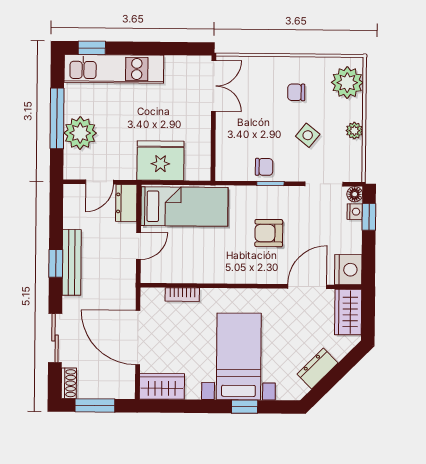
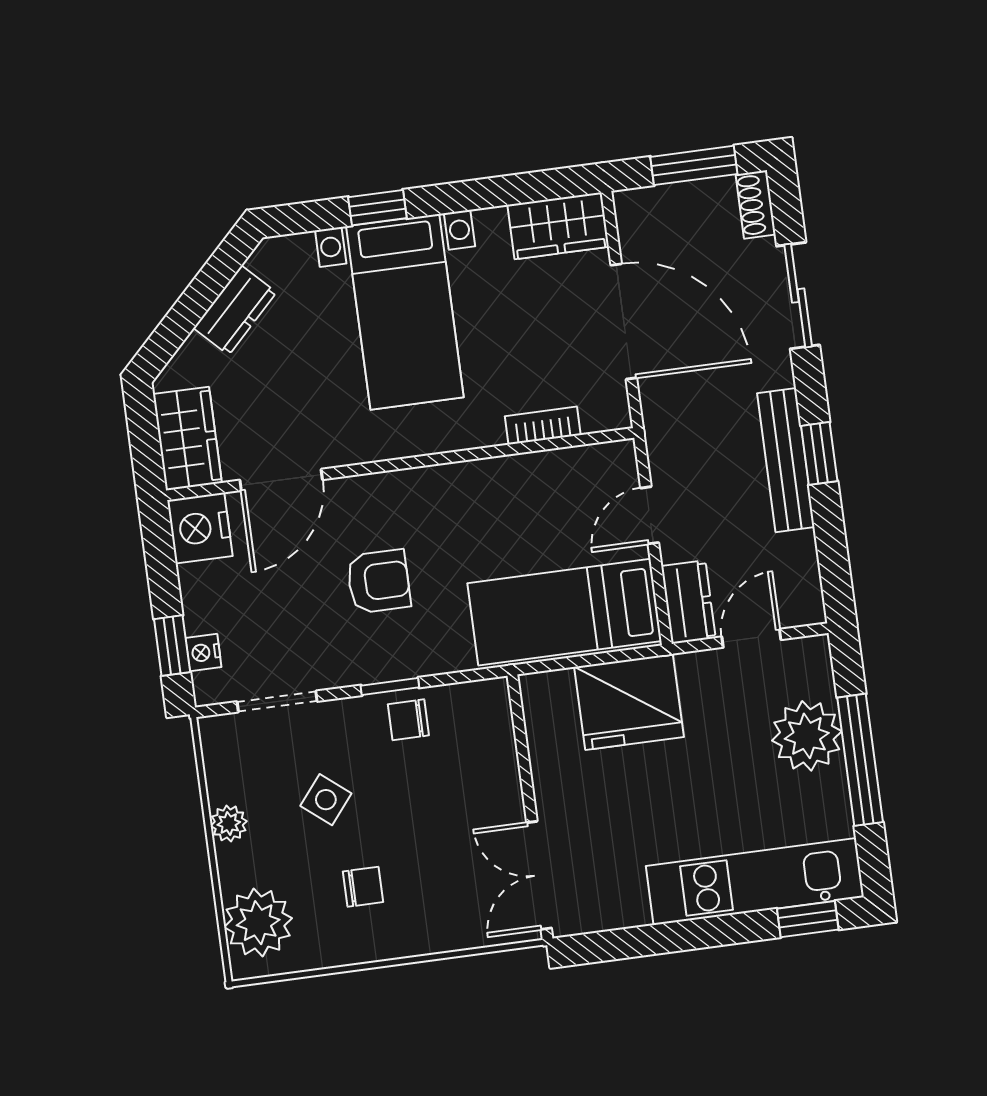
floor lamp: (355, 194) -> (209, 689), removed

